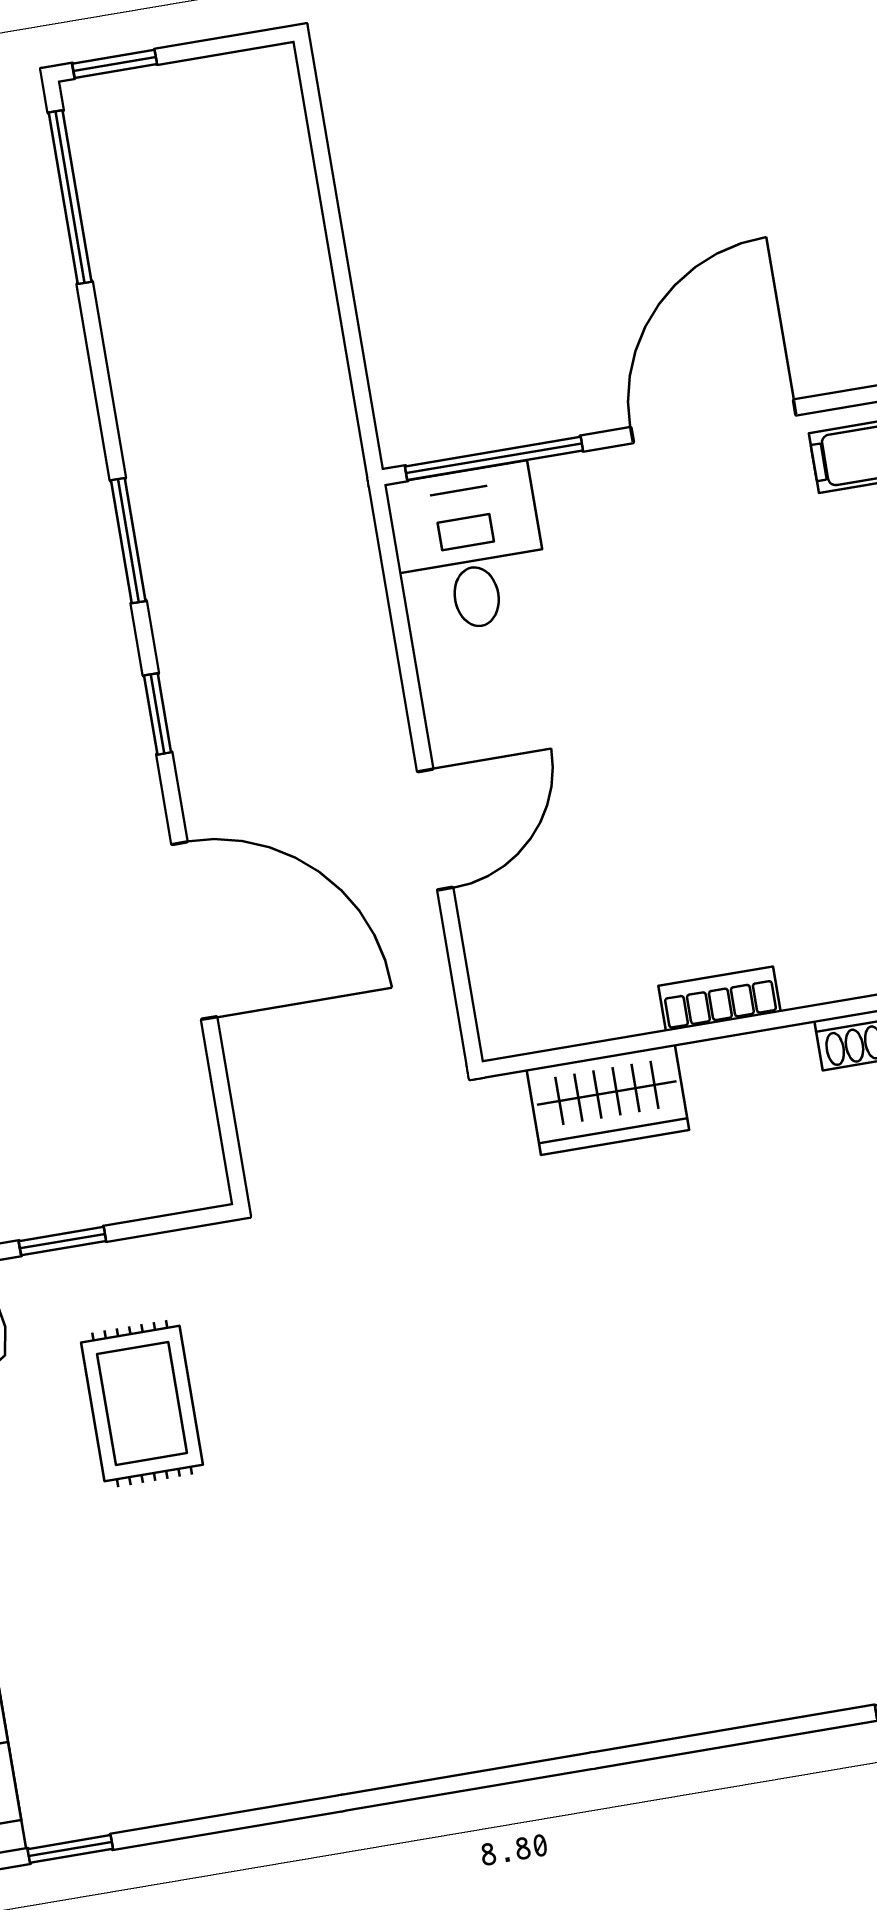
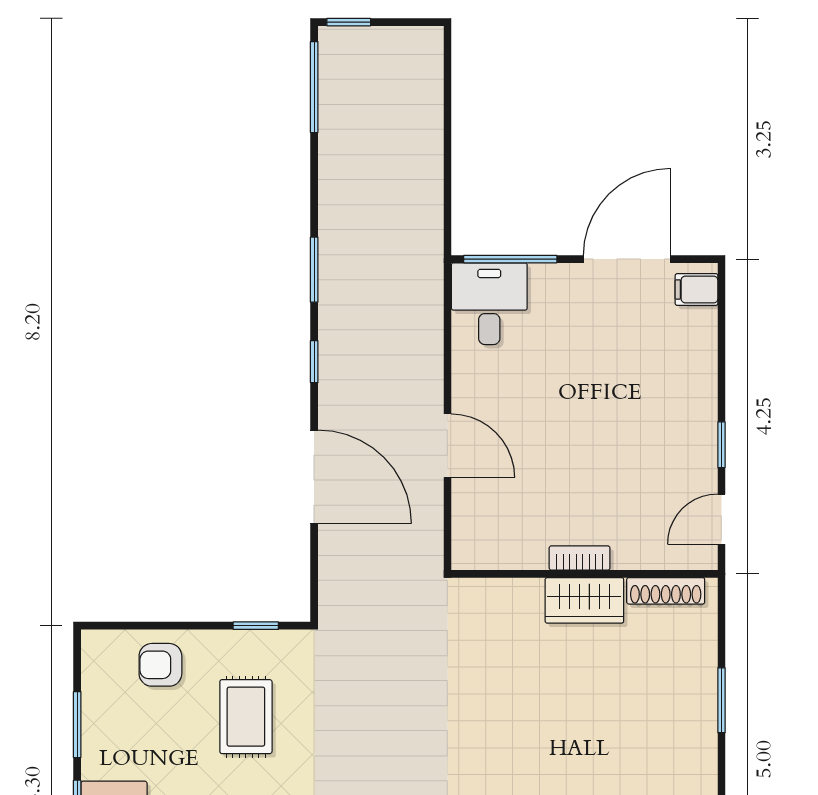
door: (435, 829) -> (447, 446), hinge flipped
wardrobe: (608, 1100) -> (584, 600), moved
window: (62, 1241) -> (256, 626), moved

